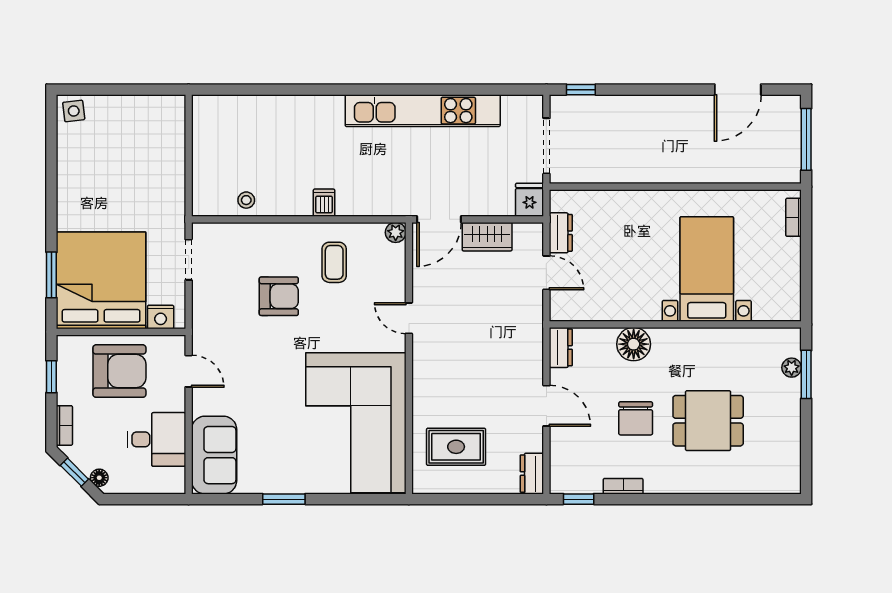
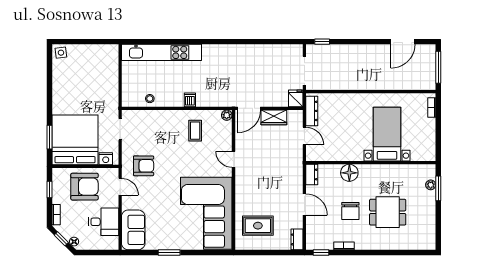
kitchen unit: (423, 111) -> (161, 52), moved
dresser: (561, 233) -> (312, 111), width x1.44
armchair: (279, 296) -> (144, 166), moved

